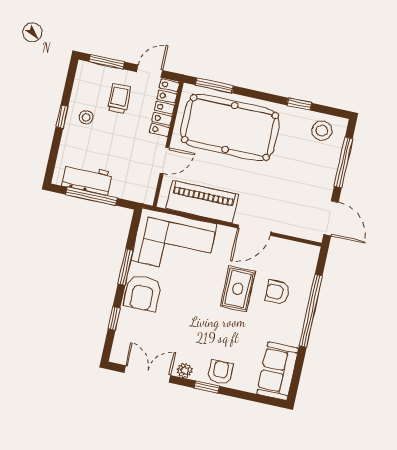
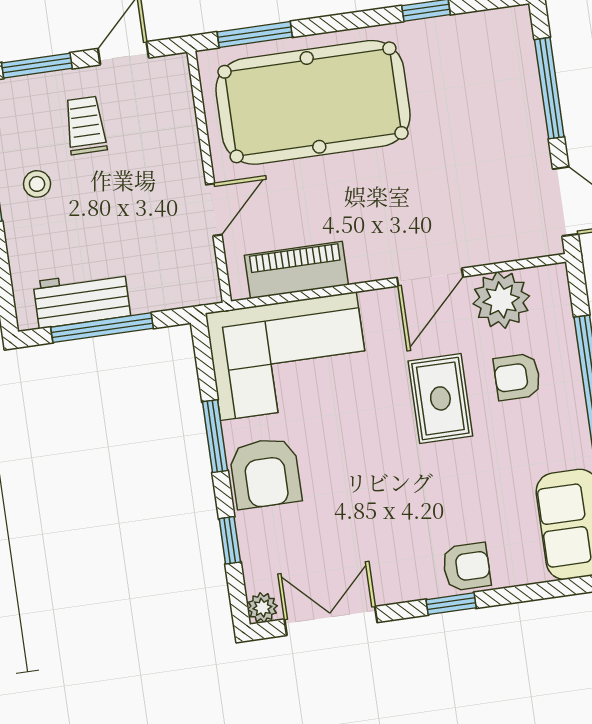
locker: (164, 108) -> (177, 111), removed
stool: (322, 131) -> (487, 44), removed
piano: (202, 202) -> (296, 270), width x0.73, depth x0.75
plant: (284, 253) -> (501, 300), added
plant: (185, 371) -> (262, 608), moved
armchair: (220, 372) -> (466, 567), turned 90

